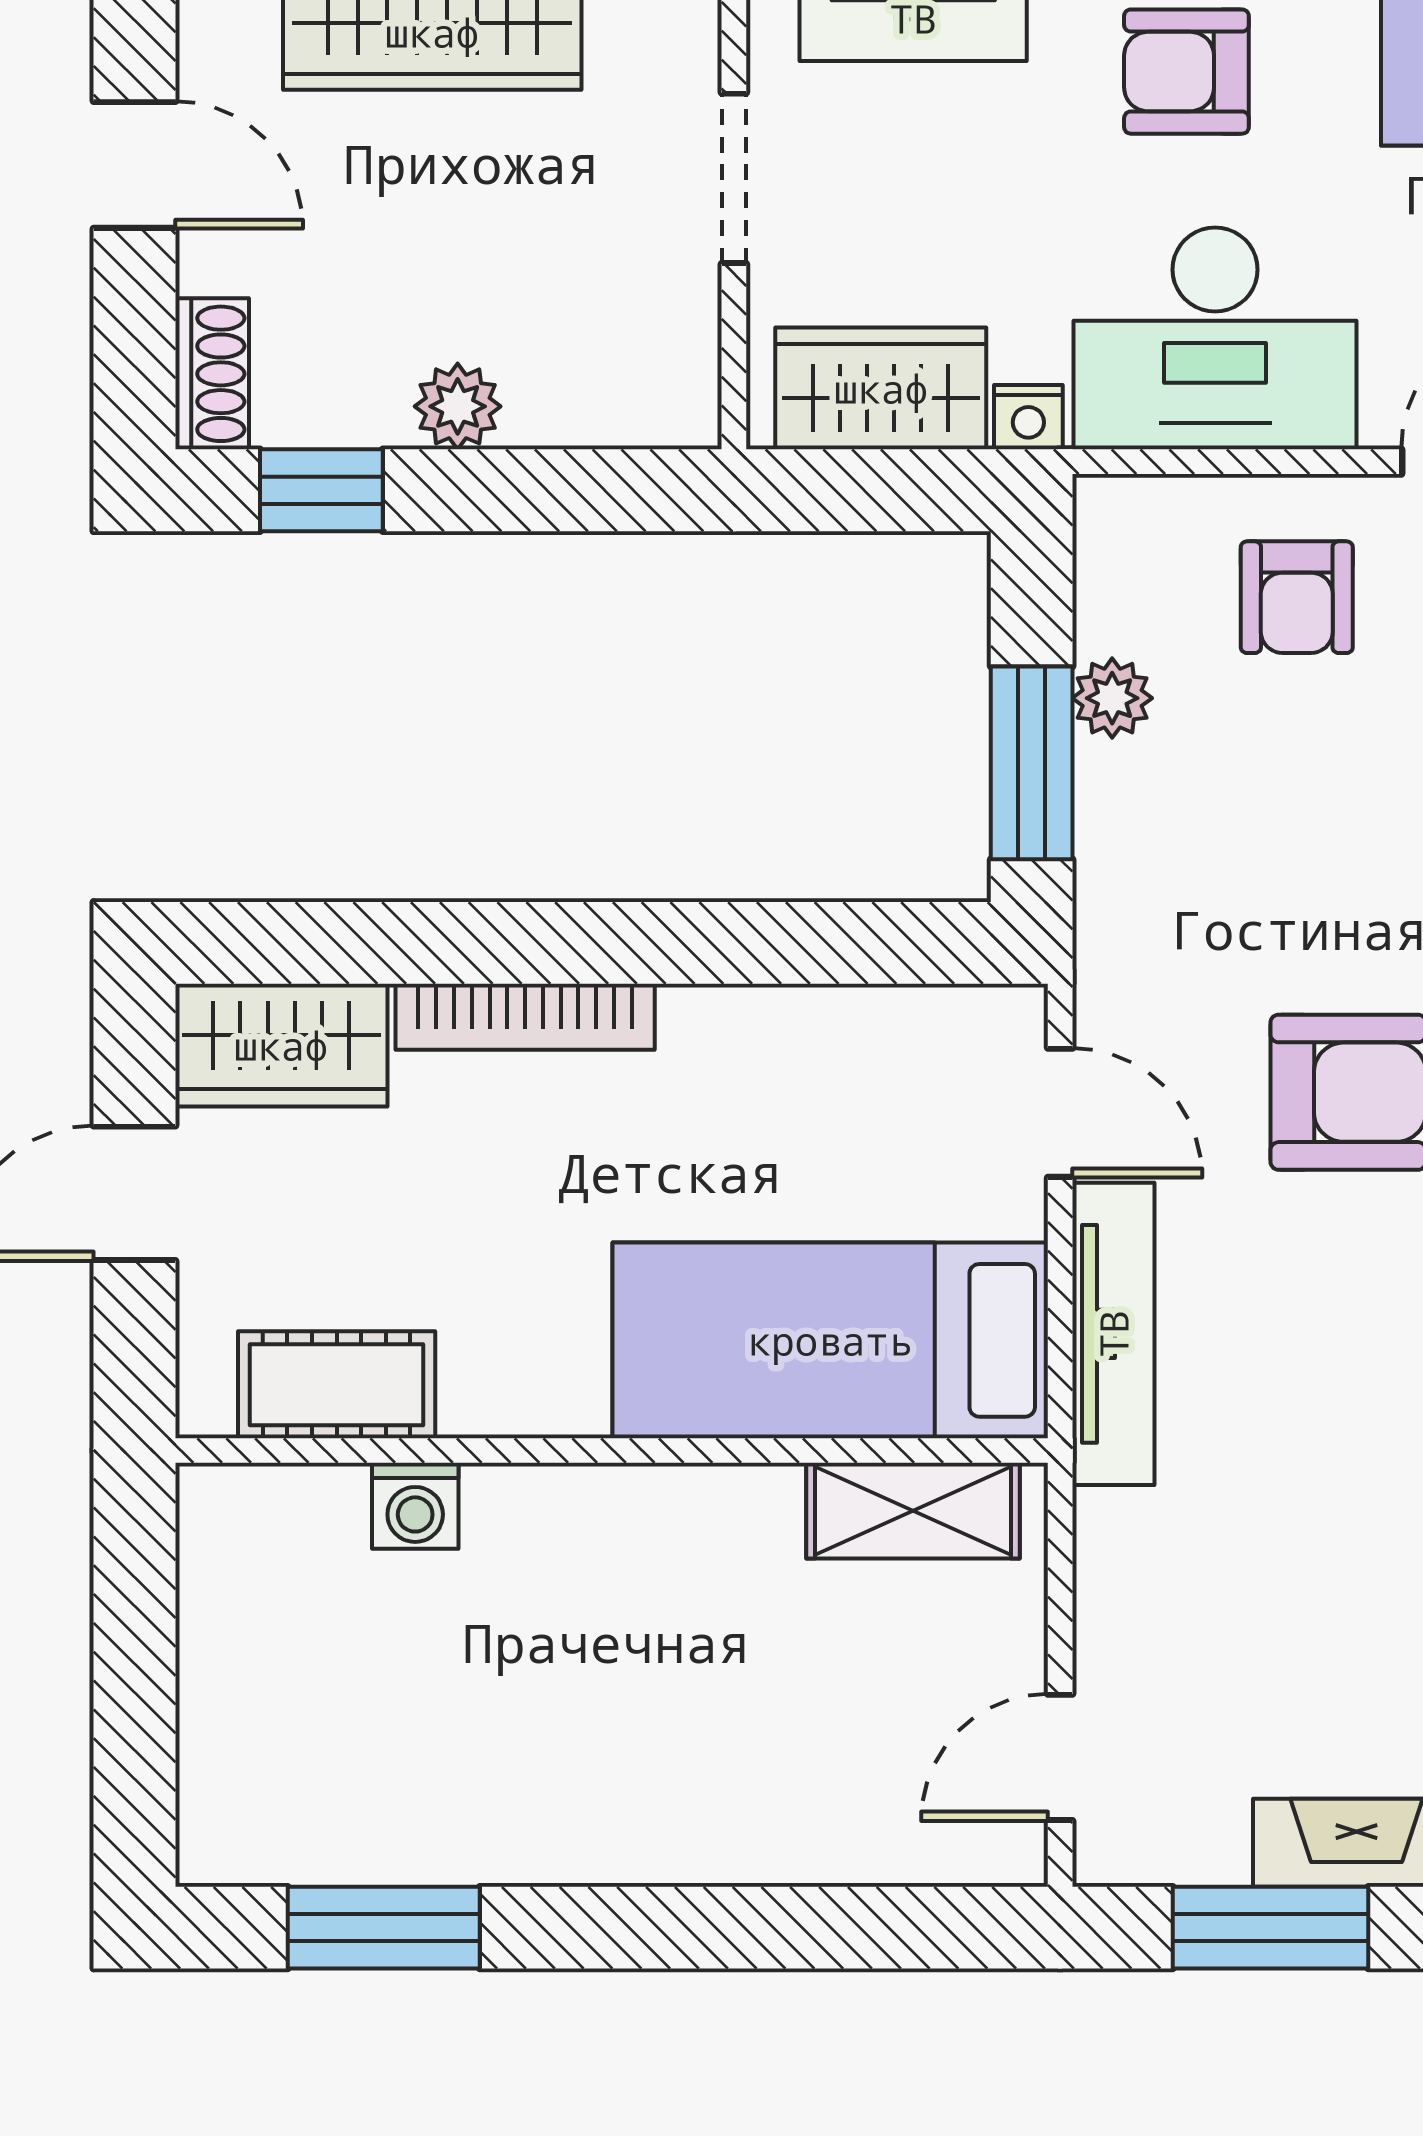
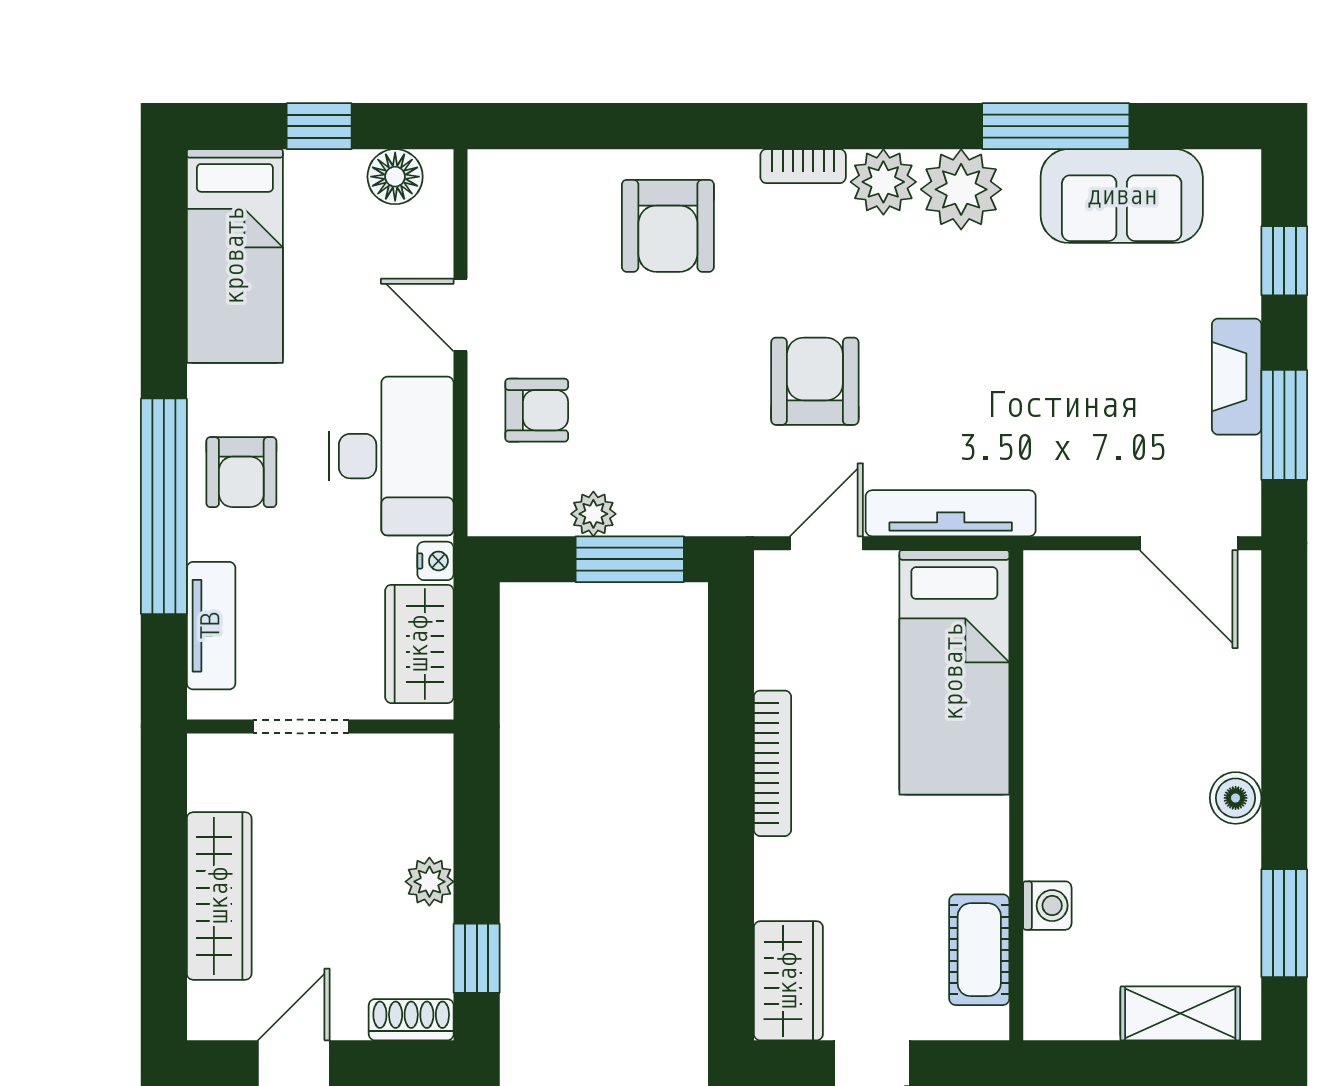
bookcase: (525, 1017) -> (772, 763), moved
shelving: (913, 1511) -> (1180, 1013), moved, turned 90
door: (1060, 1757) -> (1189, 543), width x1.38
boiler: (607, 1841) -> (1236, 798), added

